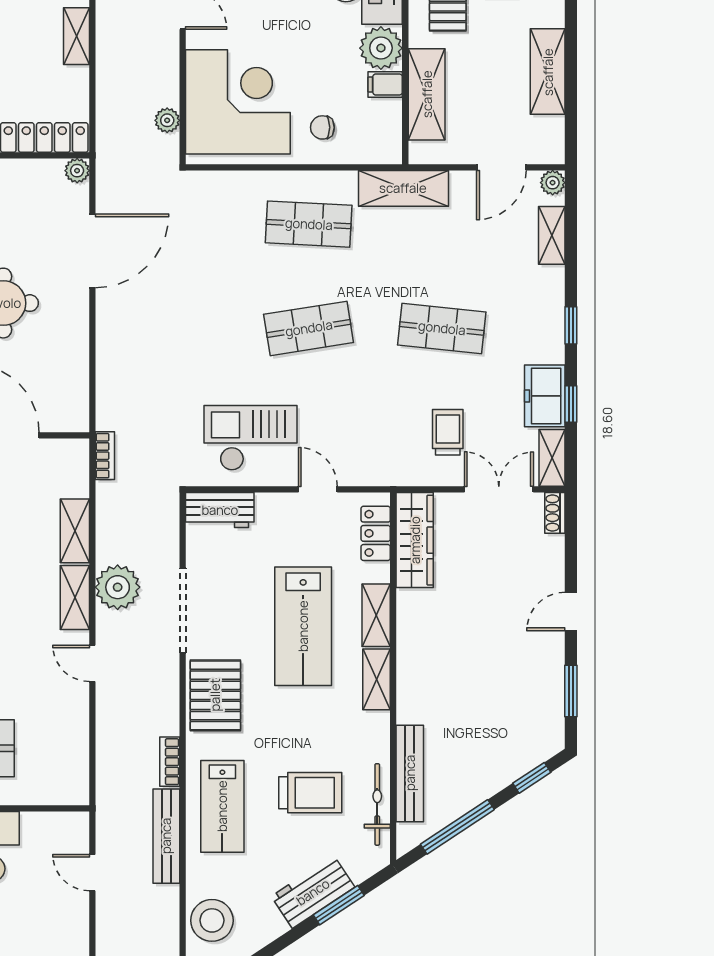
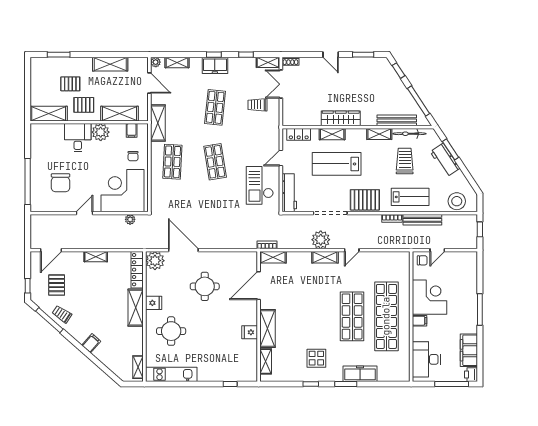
filing cabinet: (385, 84) -> (132, 130), moved
plant: (77, 171) -> (155, 261), width x1.88, depth x1.88
freezer: (545, 396) -> (215, 65), moved
workbench: (220, 510) -> (289, 193), width x1.38
shelving: (75, 531) -> (273, 257), moved
wardrobe: (415, 540) -> (341, 118), moved
lab bench: (303, 626) -> (337, 164), turned 180
shelving: (377, 679) -> (379, 134), moved
chair: (67, 836) -> (422, 260), added

